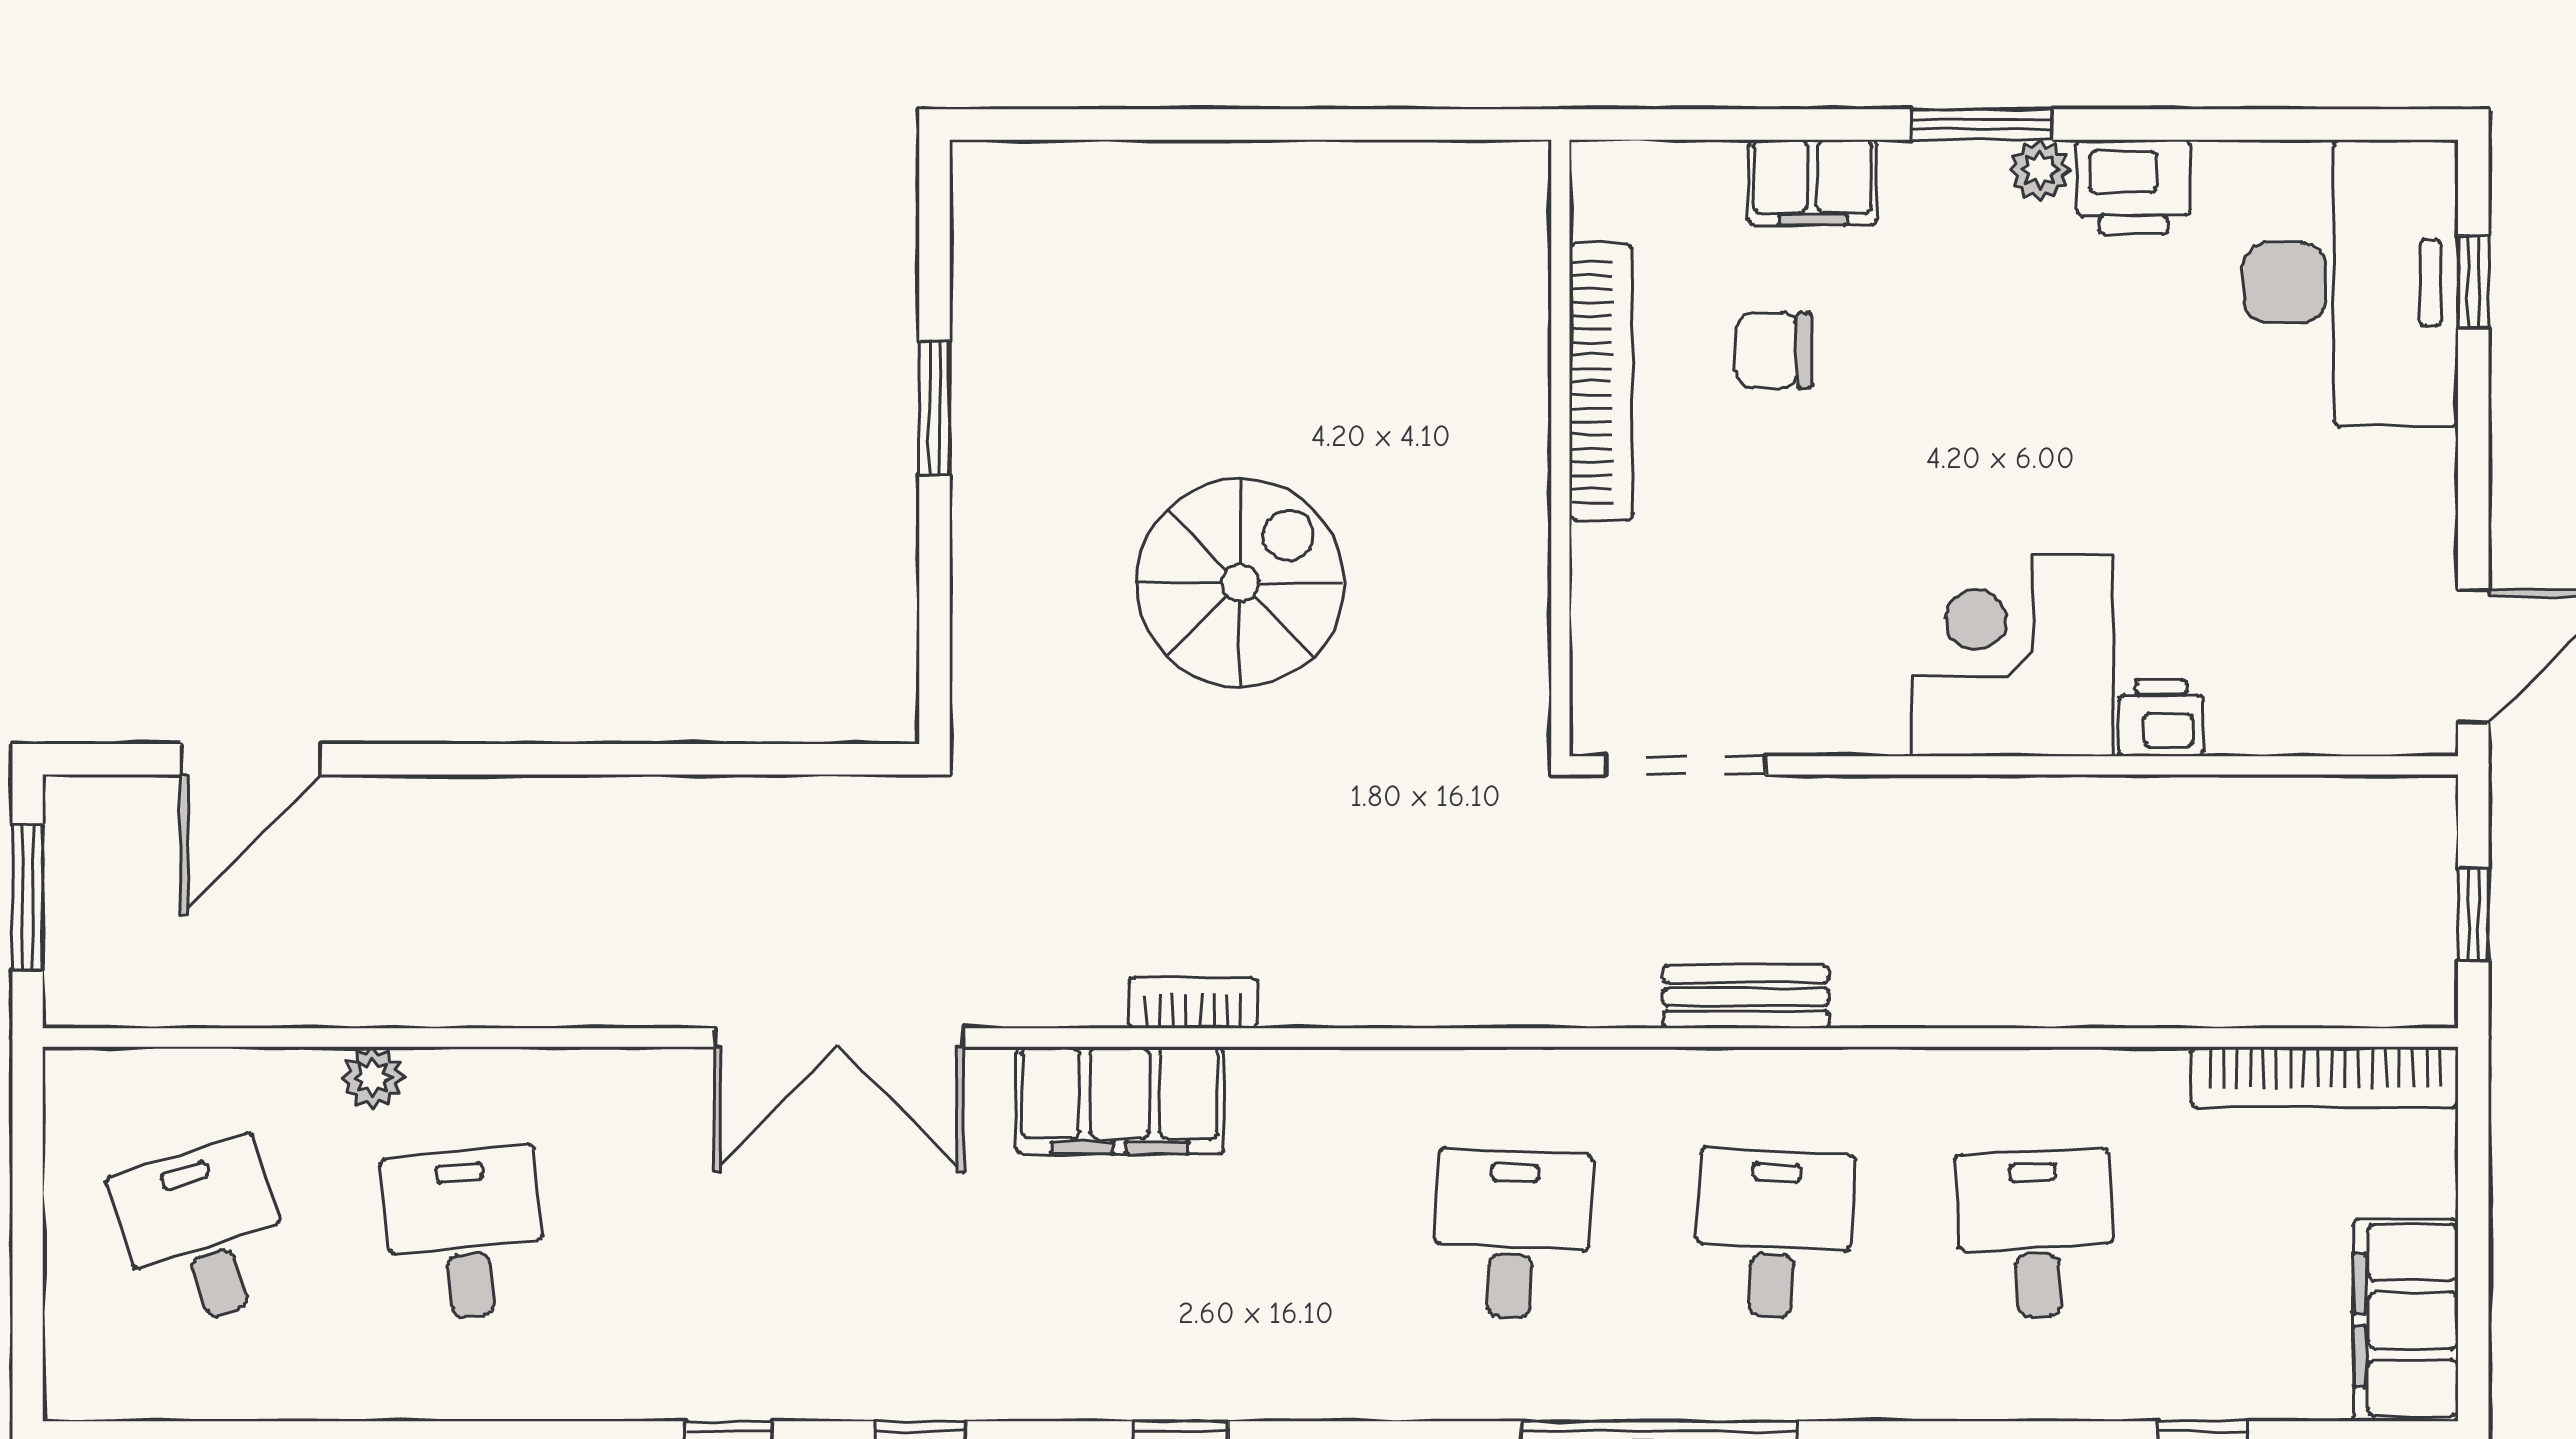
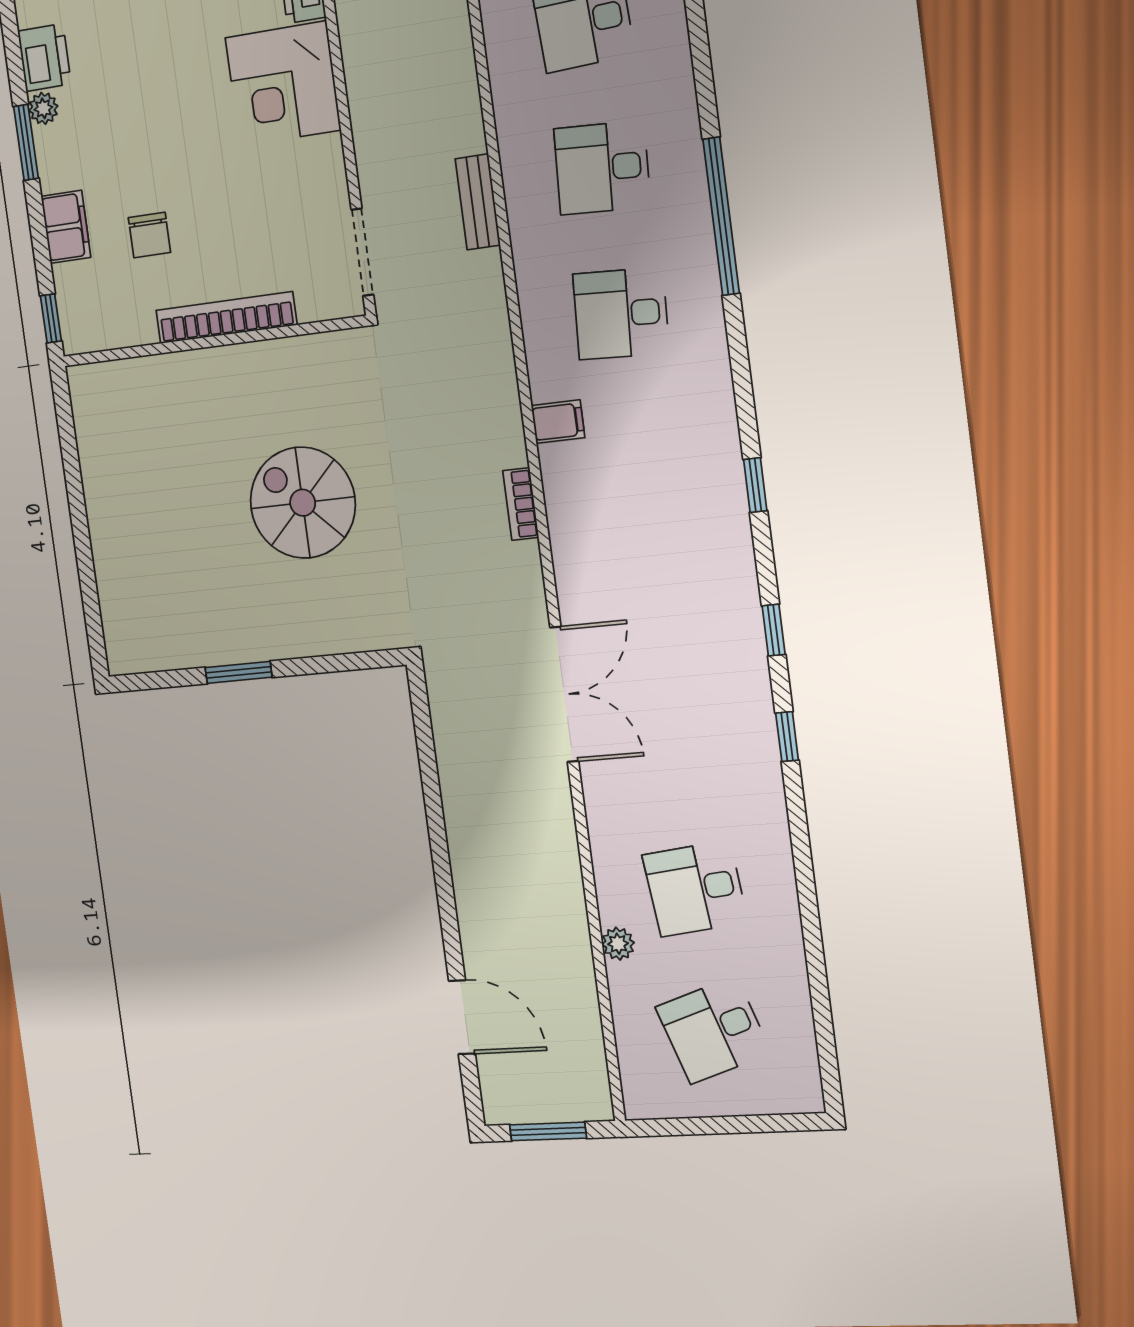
window: (1645, 124) -> (51, 318), added
bookcase: (1601, 382) -> (226, 318), moved
filing cabinet: (1120, 1100) -> (558, 422), moved, width x0.33, depth x0.86

